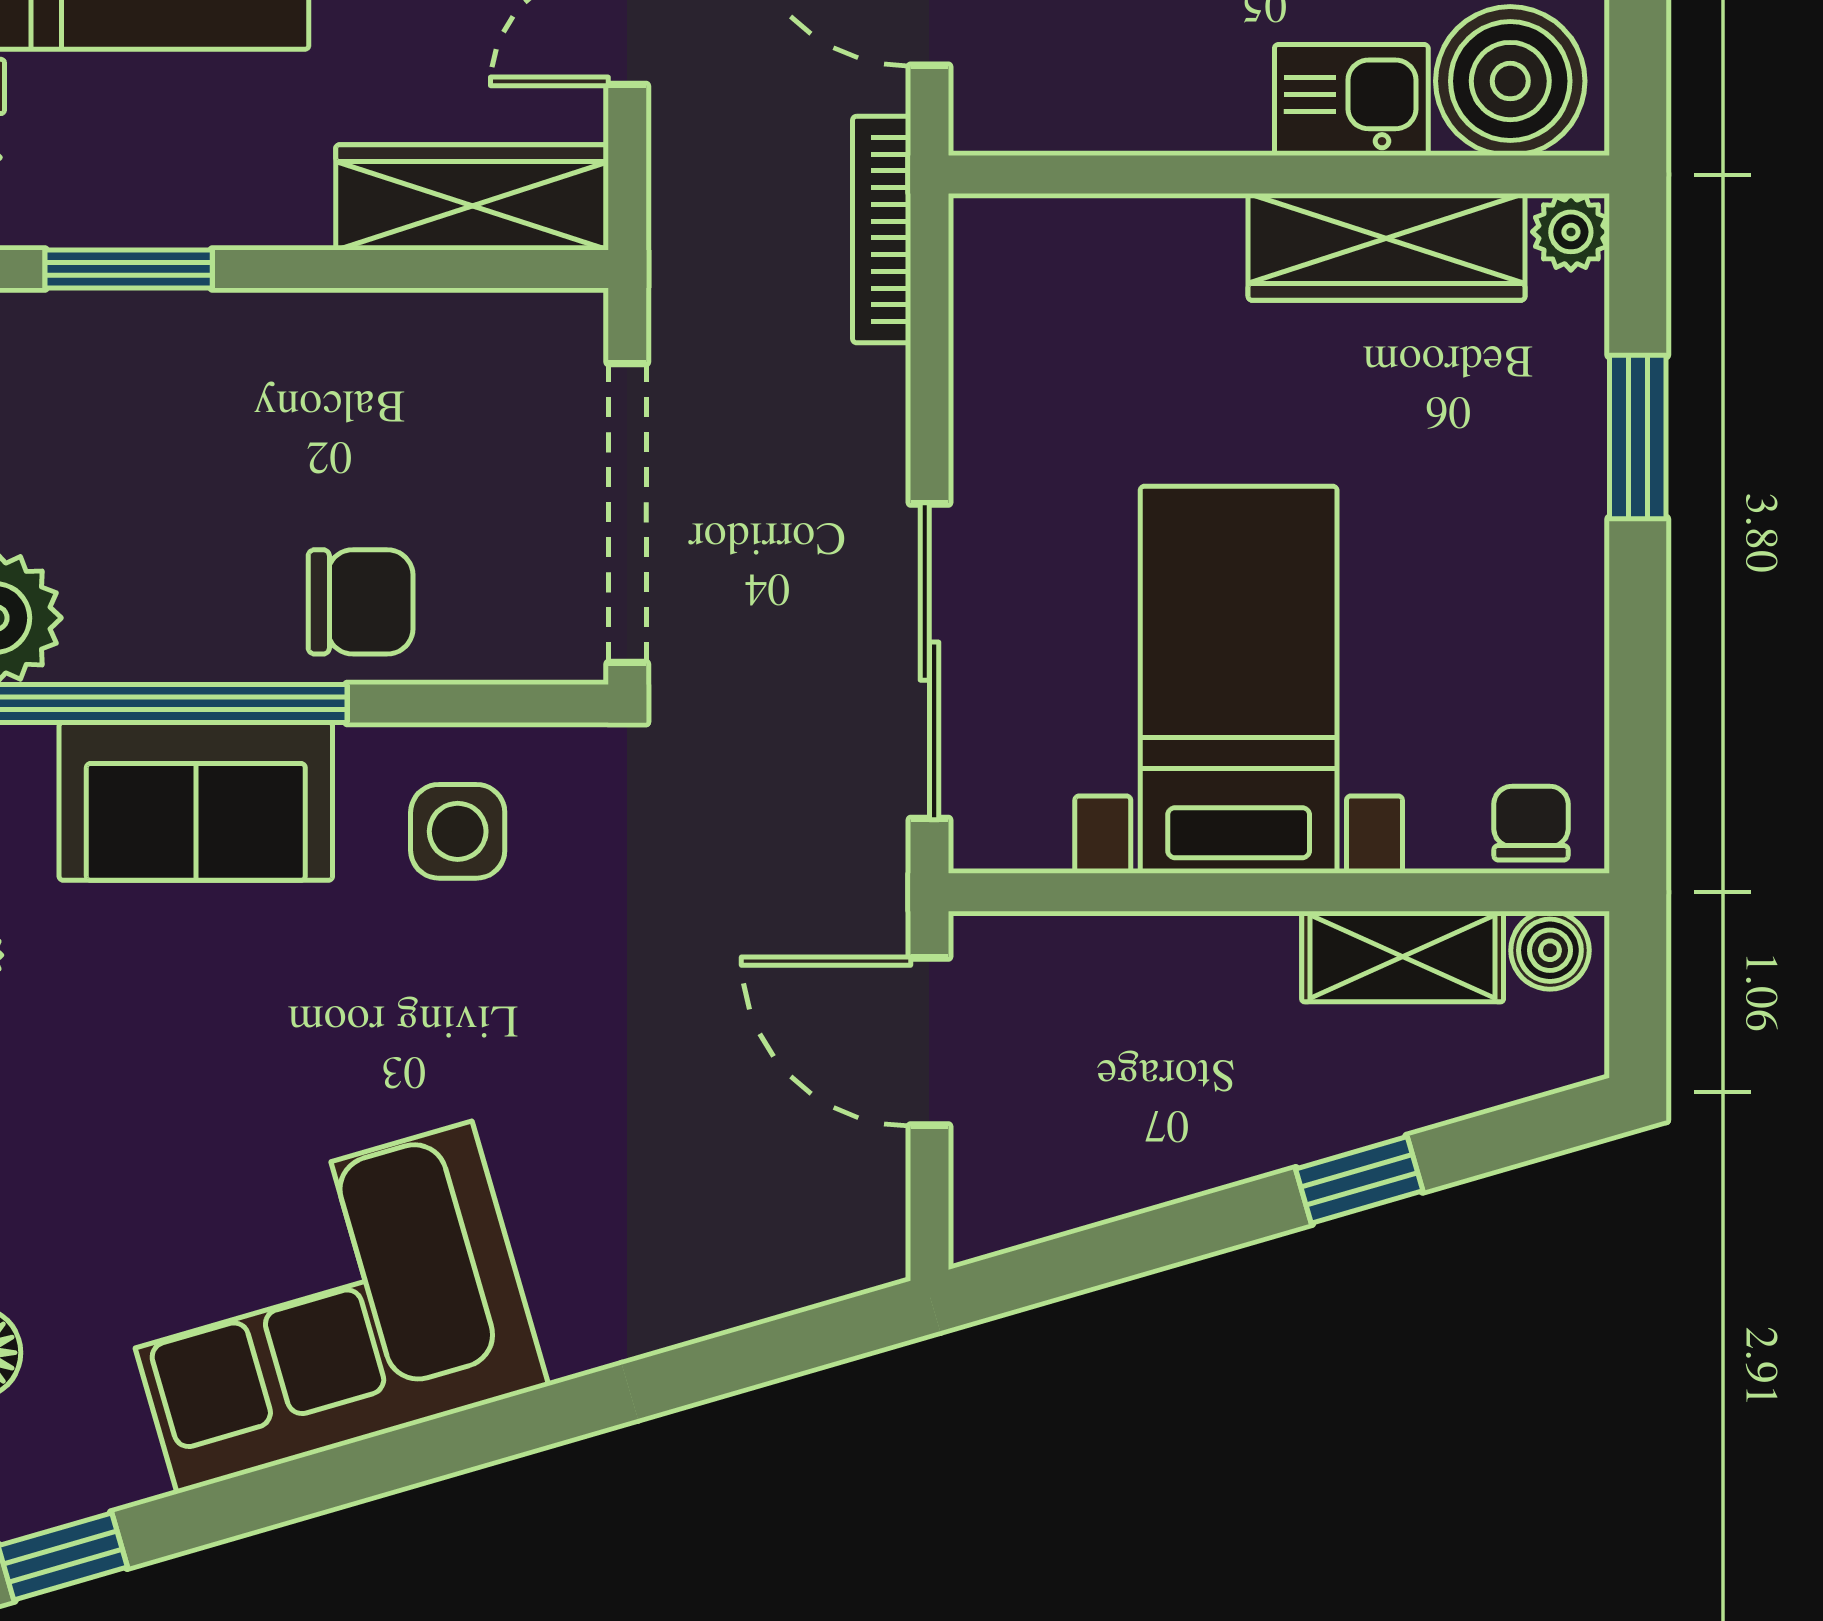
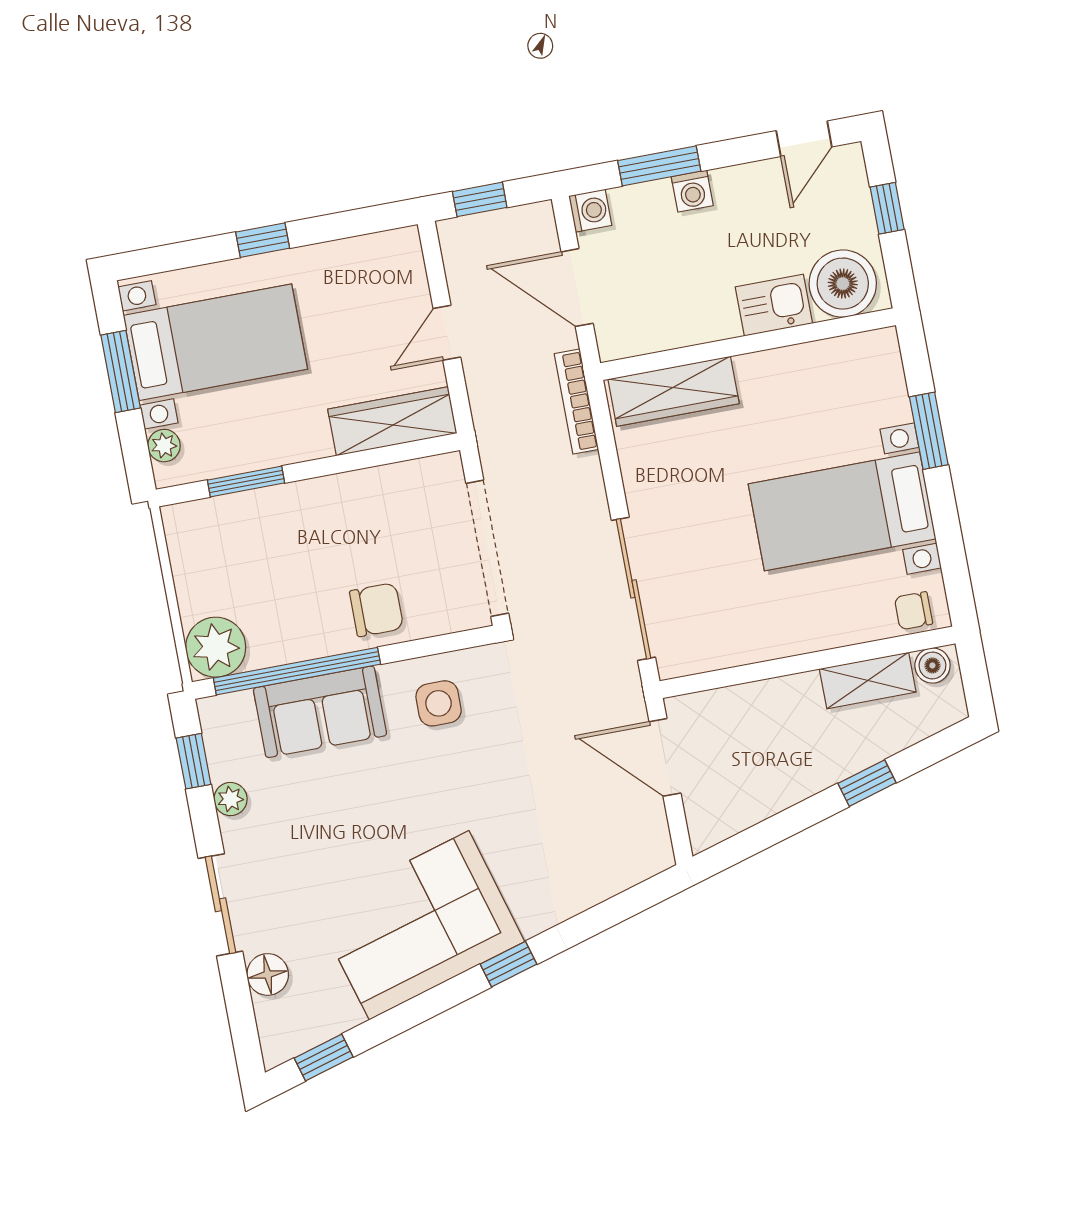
plant: (1571, 232) -> (882, 345), removed
wardrobe: (1387, 247) -> (674, 391), moved
bed with nightstands: (1239, 680) -> (842, 511), moved, turned -90
chair: (1531, 823) -> (913, 611), turned -90
window: (504, 1428) -> (509, 964), added

